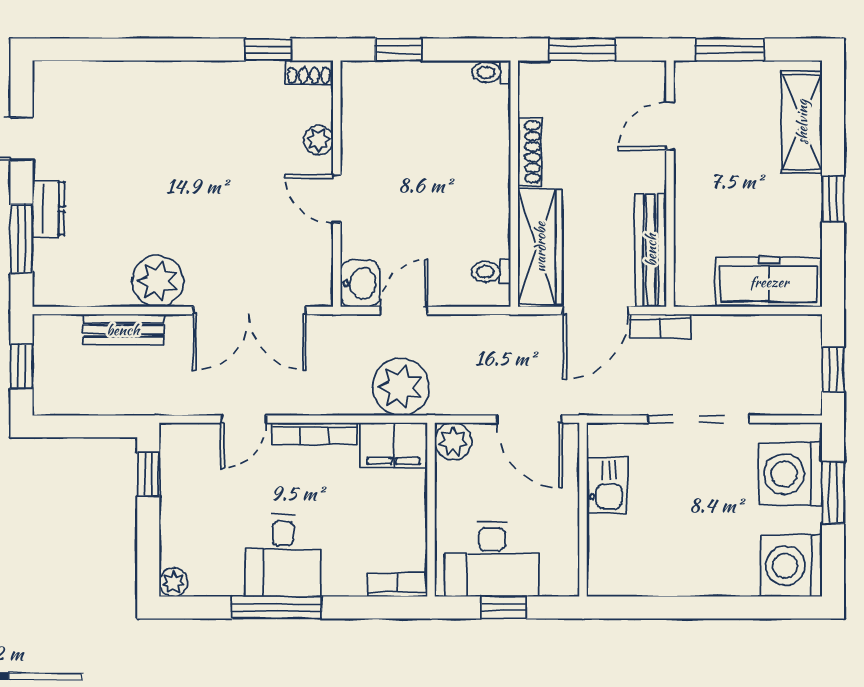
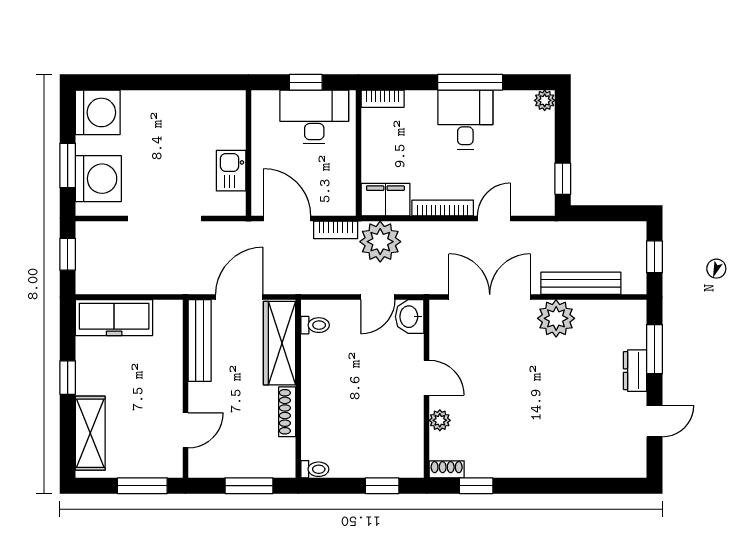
bookcase: (660, 326) -> (336, 230), moved, turned 180
bench: (123, 330) -> (581, 283), width x1.36
plant: (453, 441) -> (342, 202), removed

